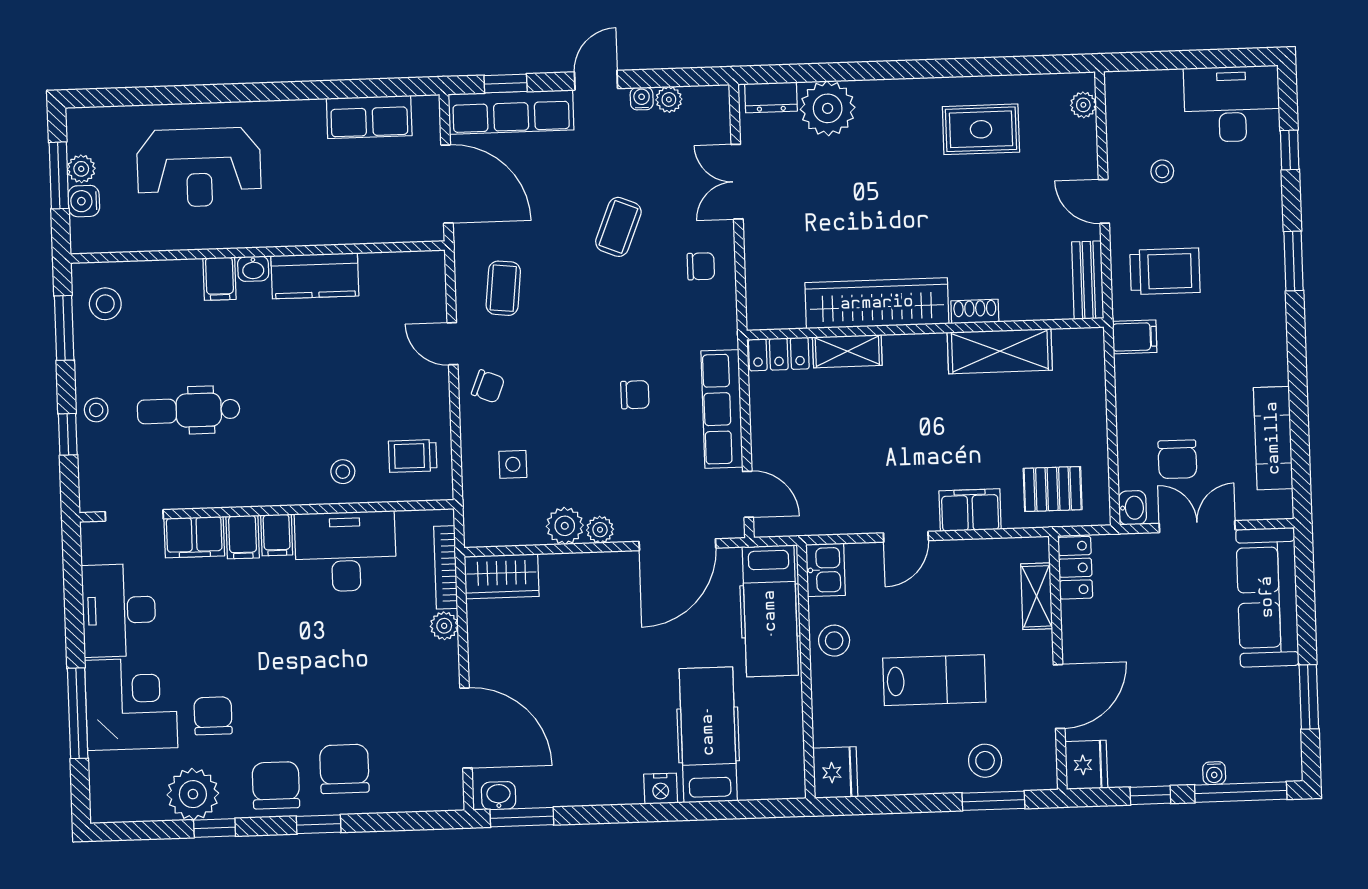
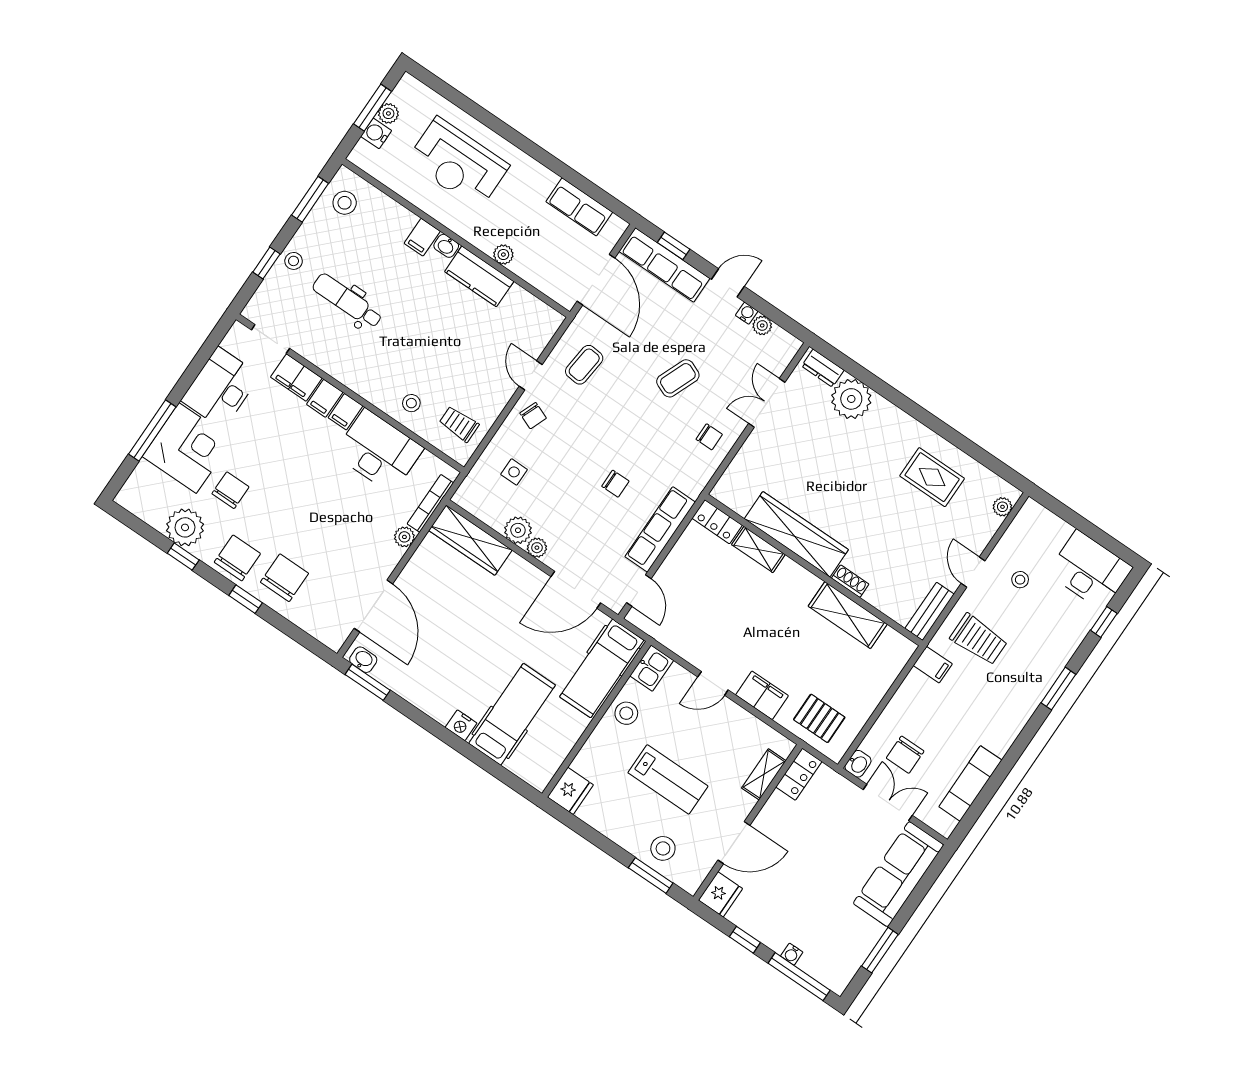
plant: (324, 232) -> (503, 255), added
wardrobe: (502, 576) -> (470, 540), width x1.50

